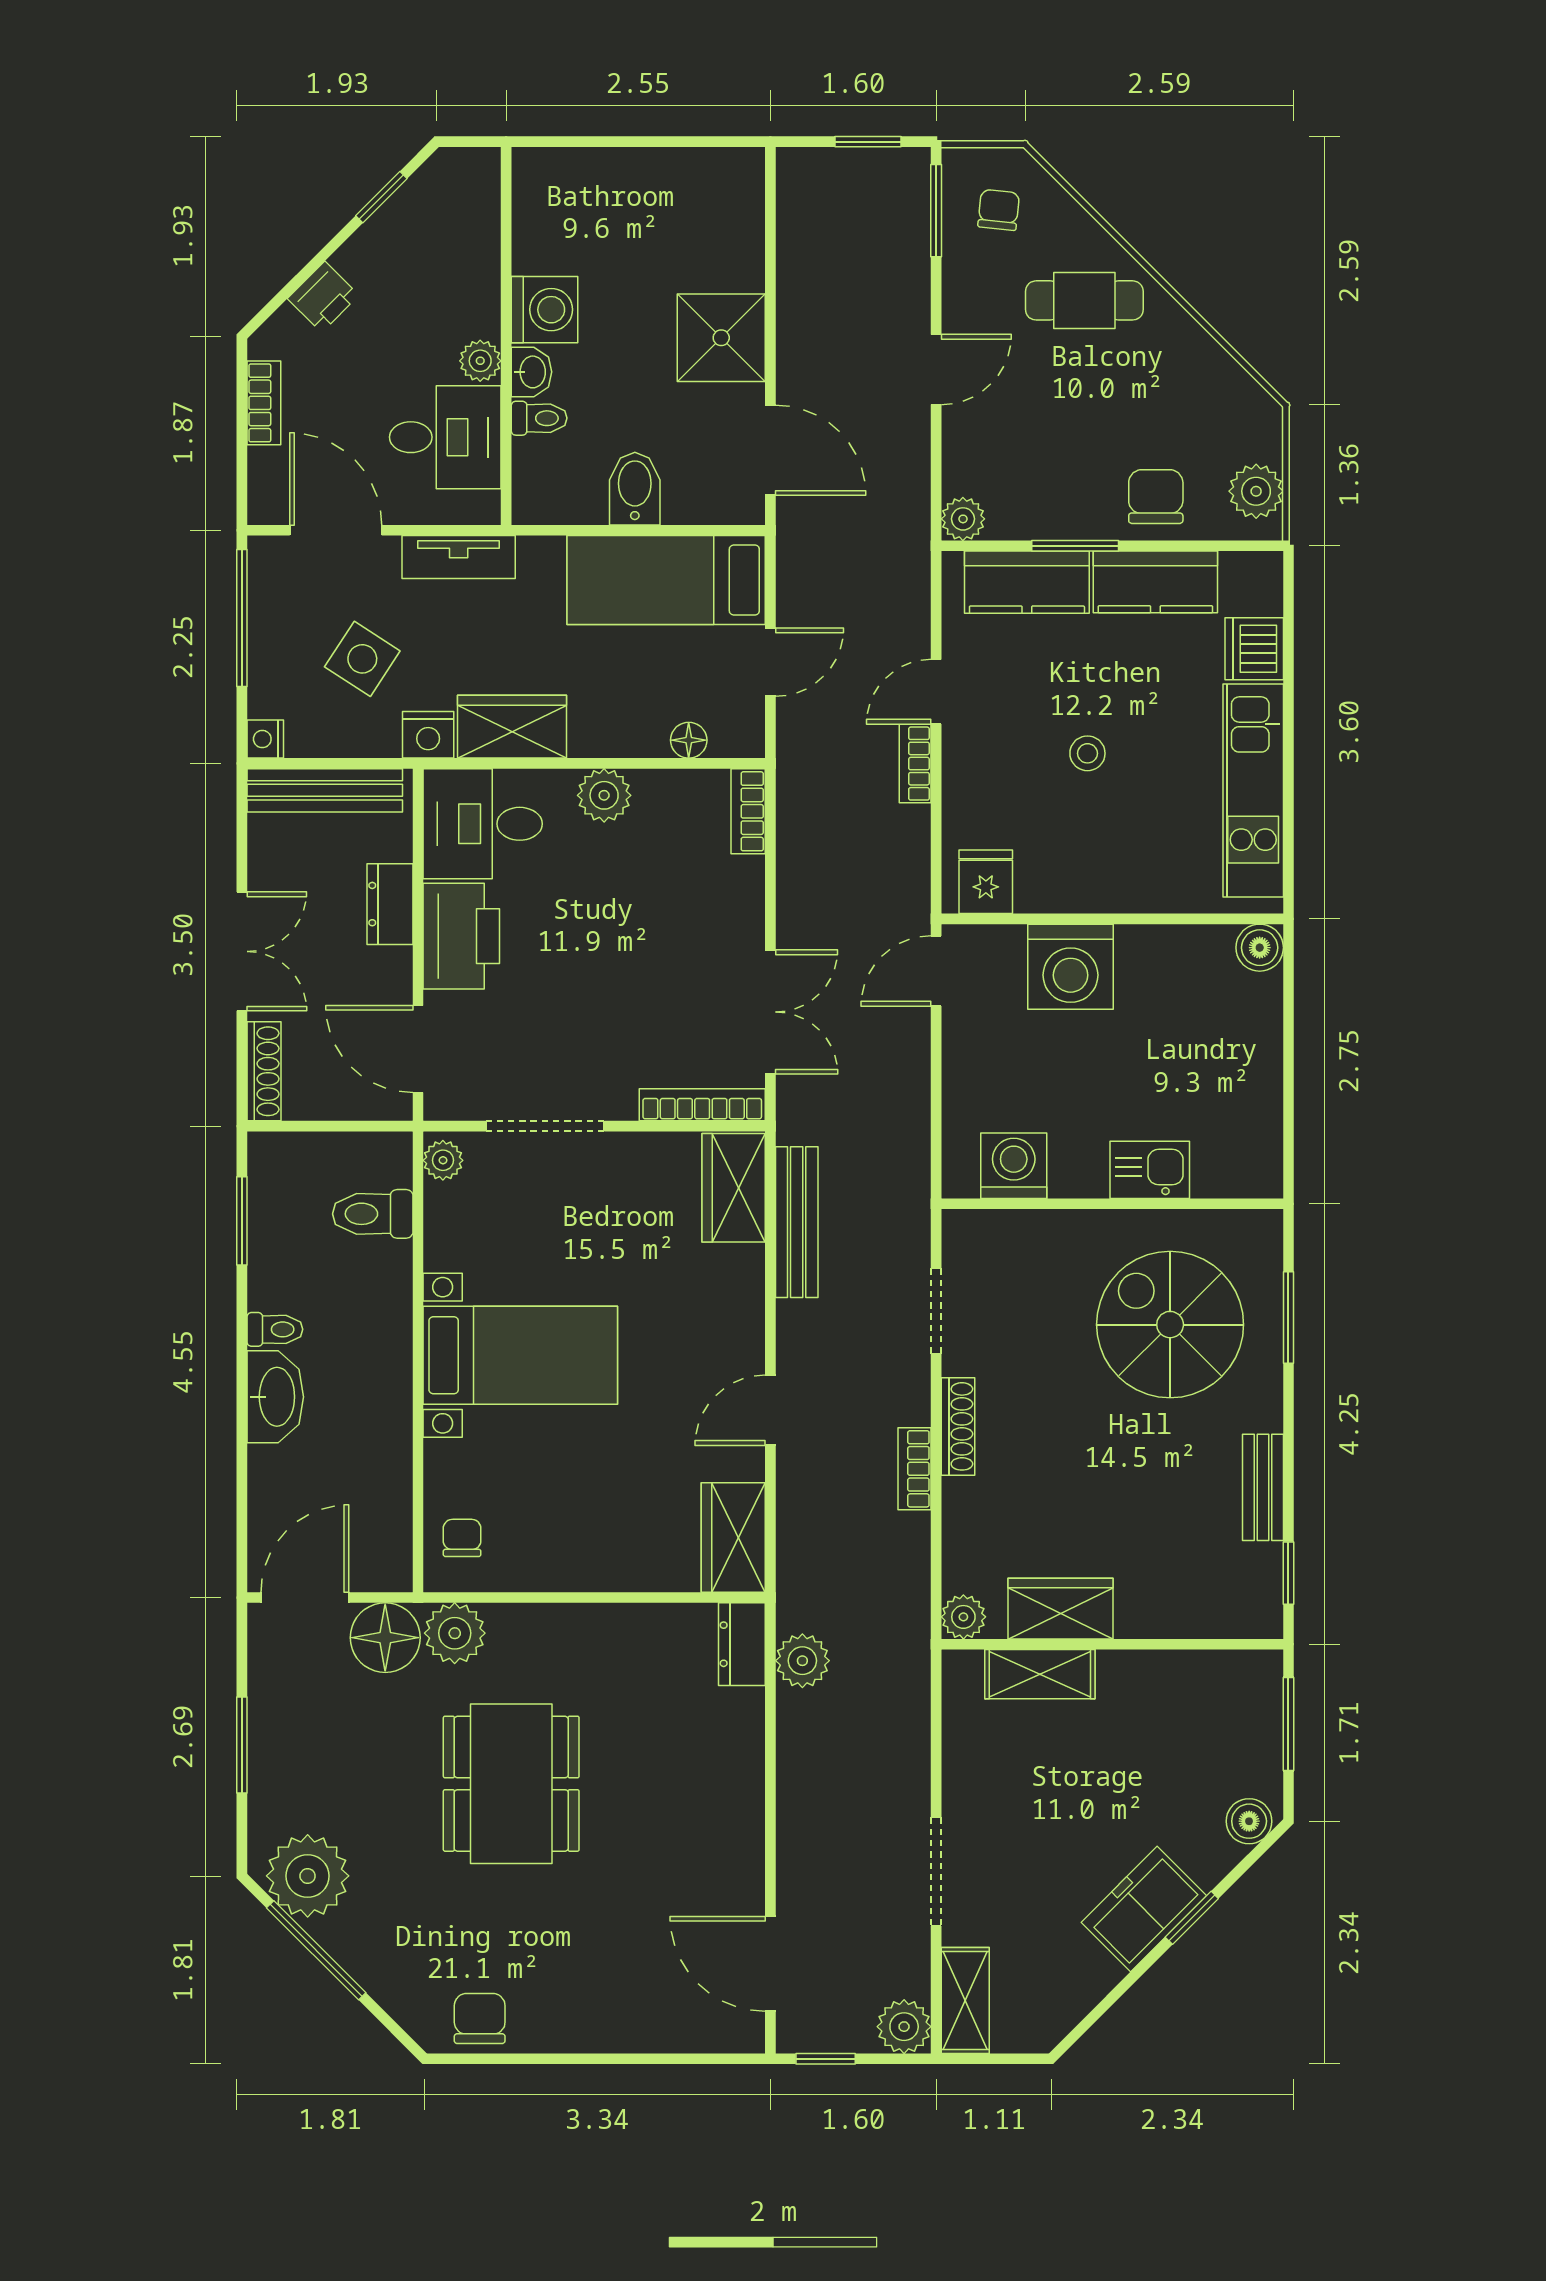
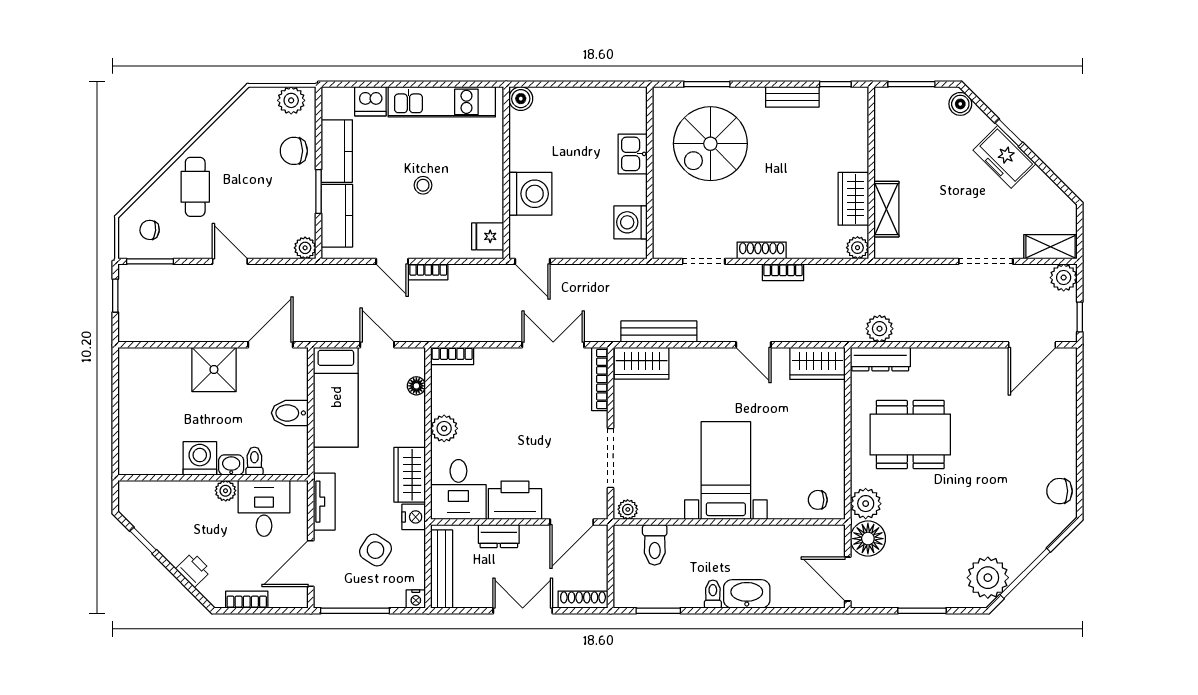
dresser: (742, 1644) -> (880, 359), width x1.44
dining table: (511, 1784) -> (910, 435), moved

